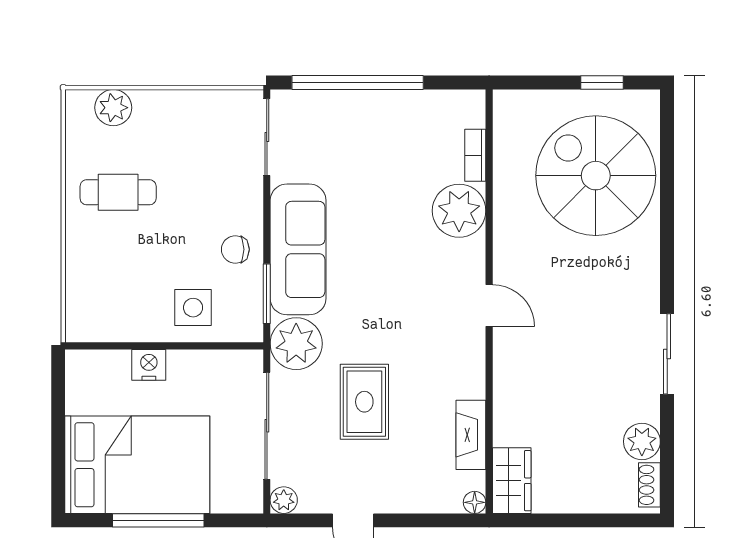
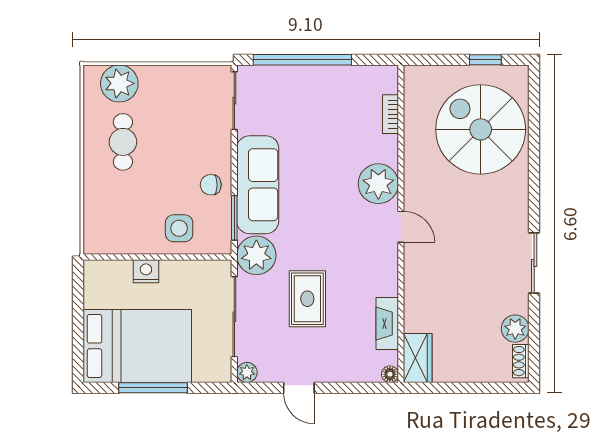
plant: (113, 108) -> (119, 83), width x1.36, depth x1.36
cafe table: (118, 192) -> (123, 142), turned 90
plant: (459, 211) -> (378, 184), moved

